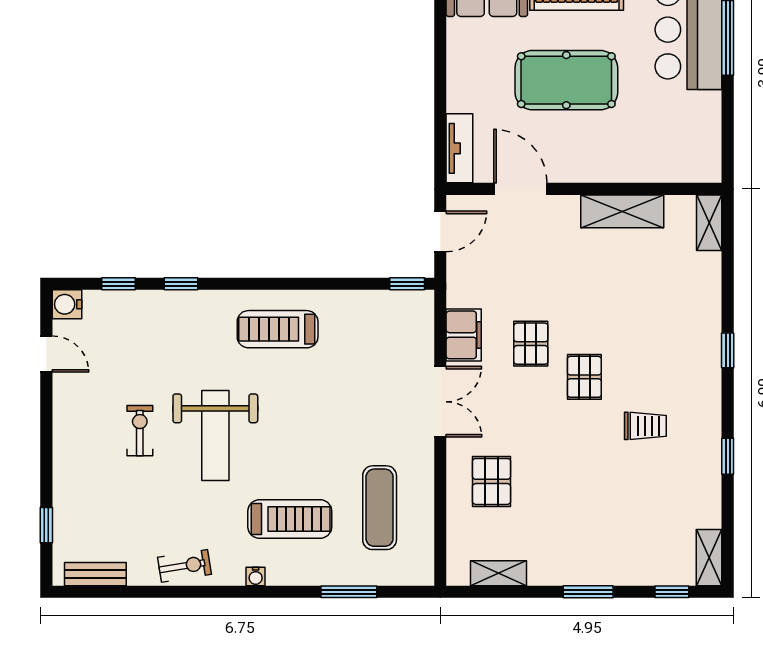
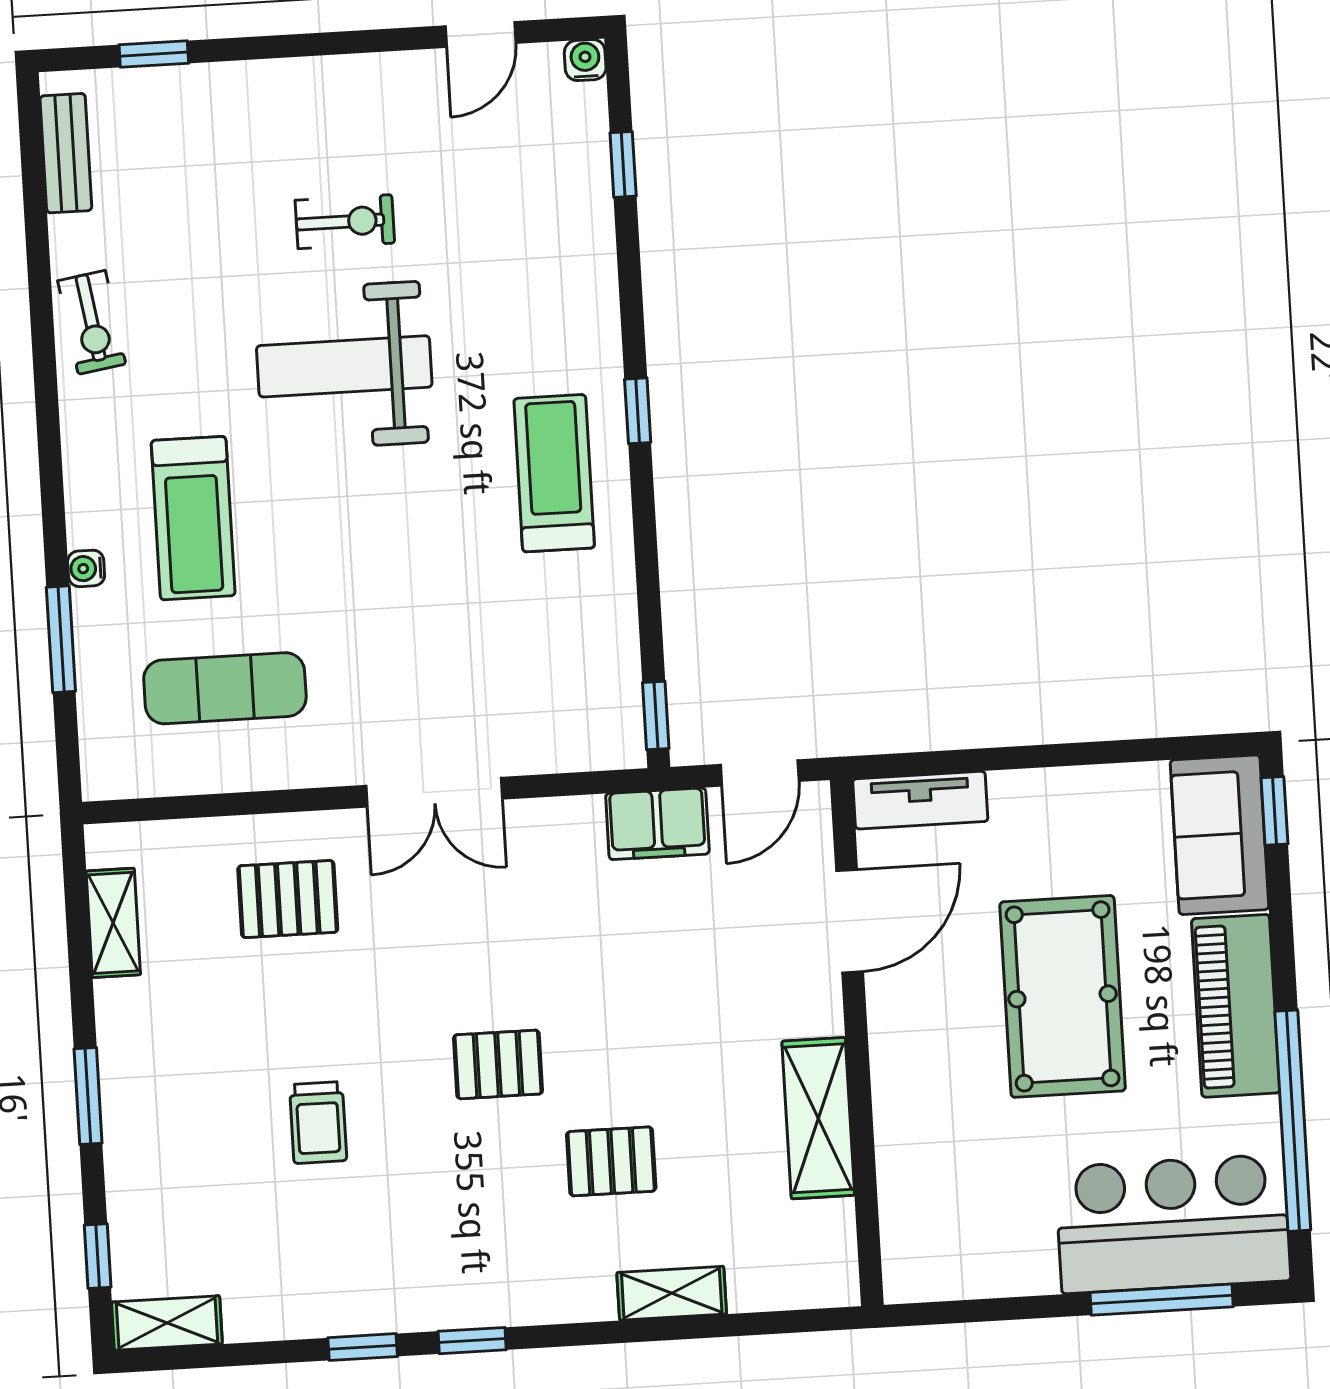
shelving: (709, 223) -> (672, 1293), moved
door: (440, 231) -> (760, 773), hinge flipped
window: (181, 284) -> (638, 411), moved
water cooler: (67, 304) -> (585, 60), width x0.72, depth x0.72
filing cabinet: (464, 335) -> (657, 824), moved
pallet: (531, 344) -> (611, 1161), moved
window: (728, 350) -> (472, 1341), moved
trolley: (645, 426) -> (318, 1123), moved
water cooler: (256, 576) -> (86, 568), moved

